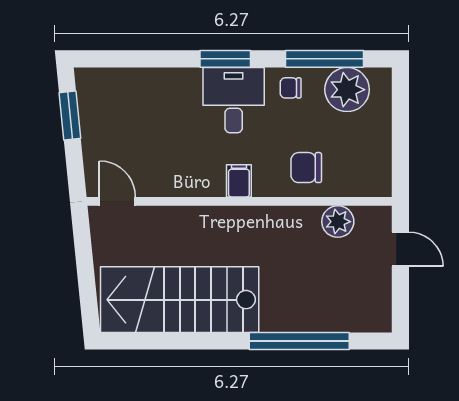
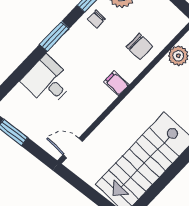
desk: (234, 100) -> (48, 81), moved
chair: (306, 168) -> (140, 47), turned -90

